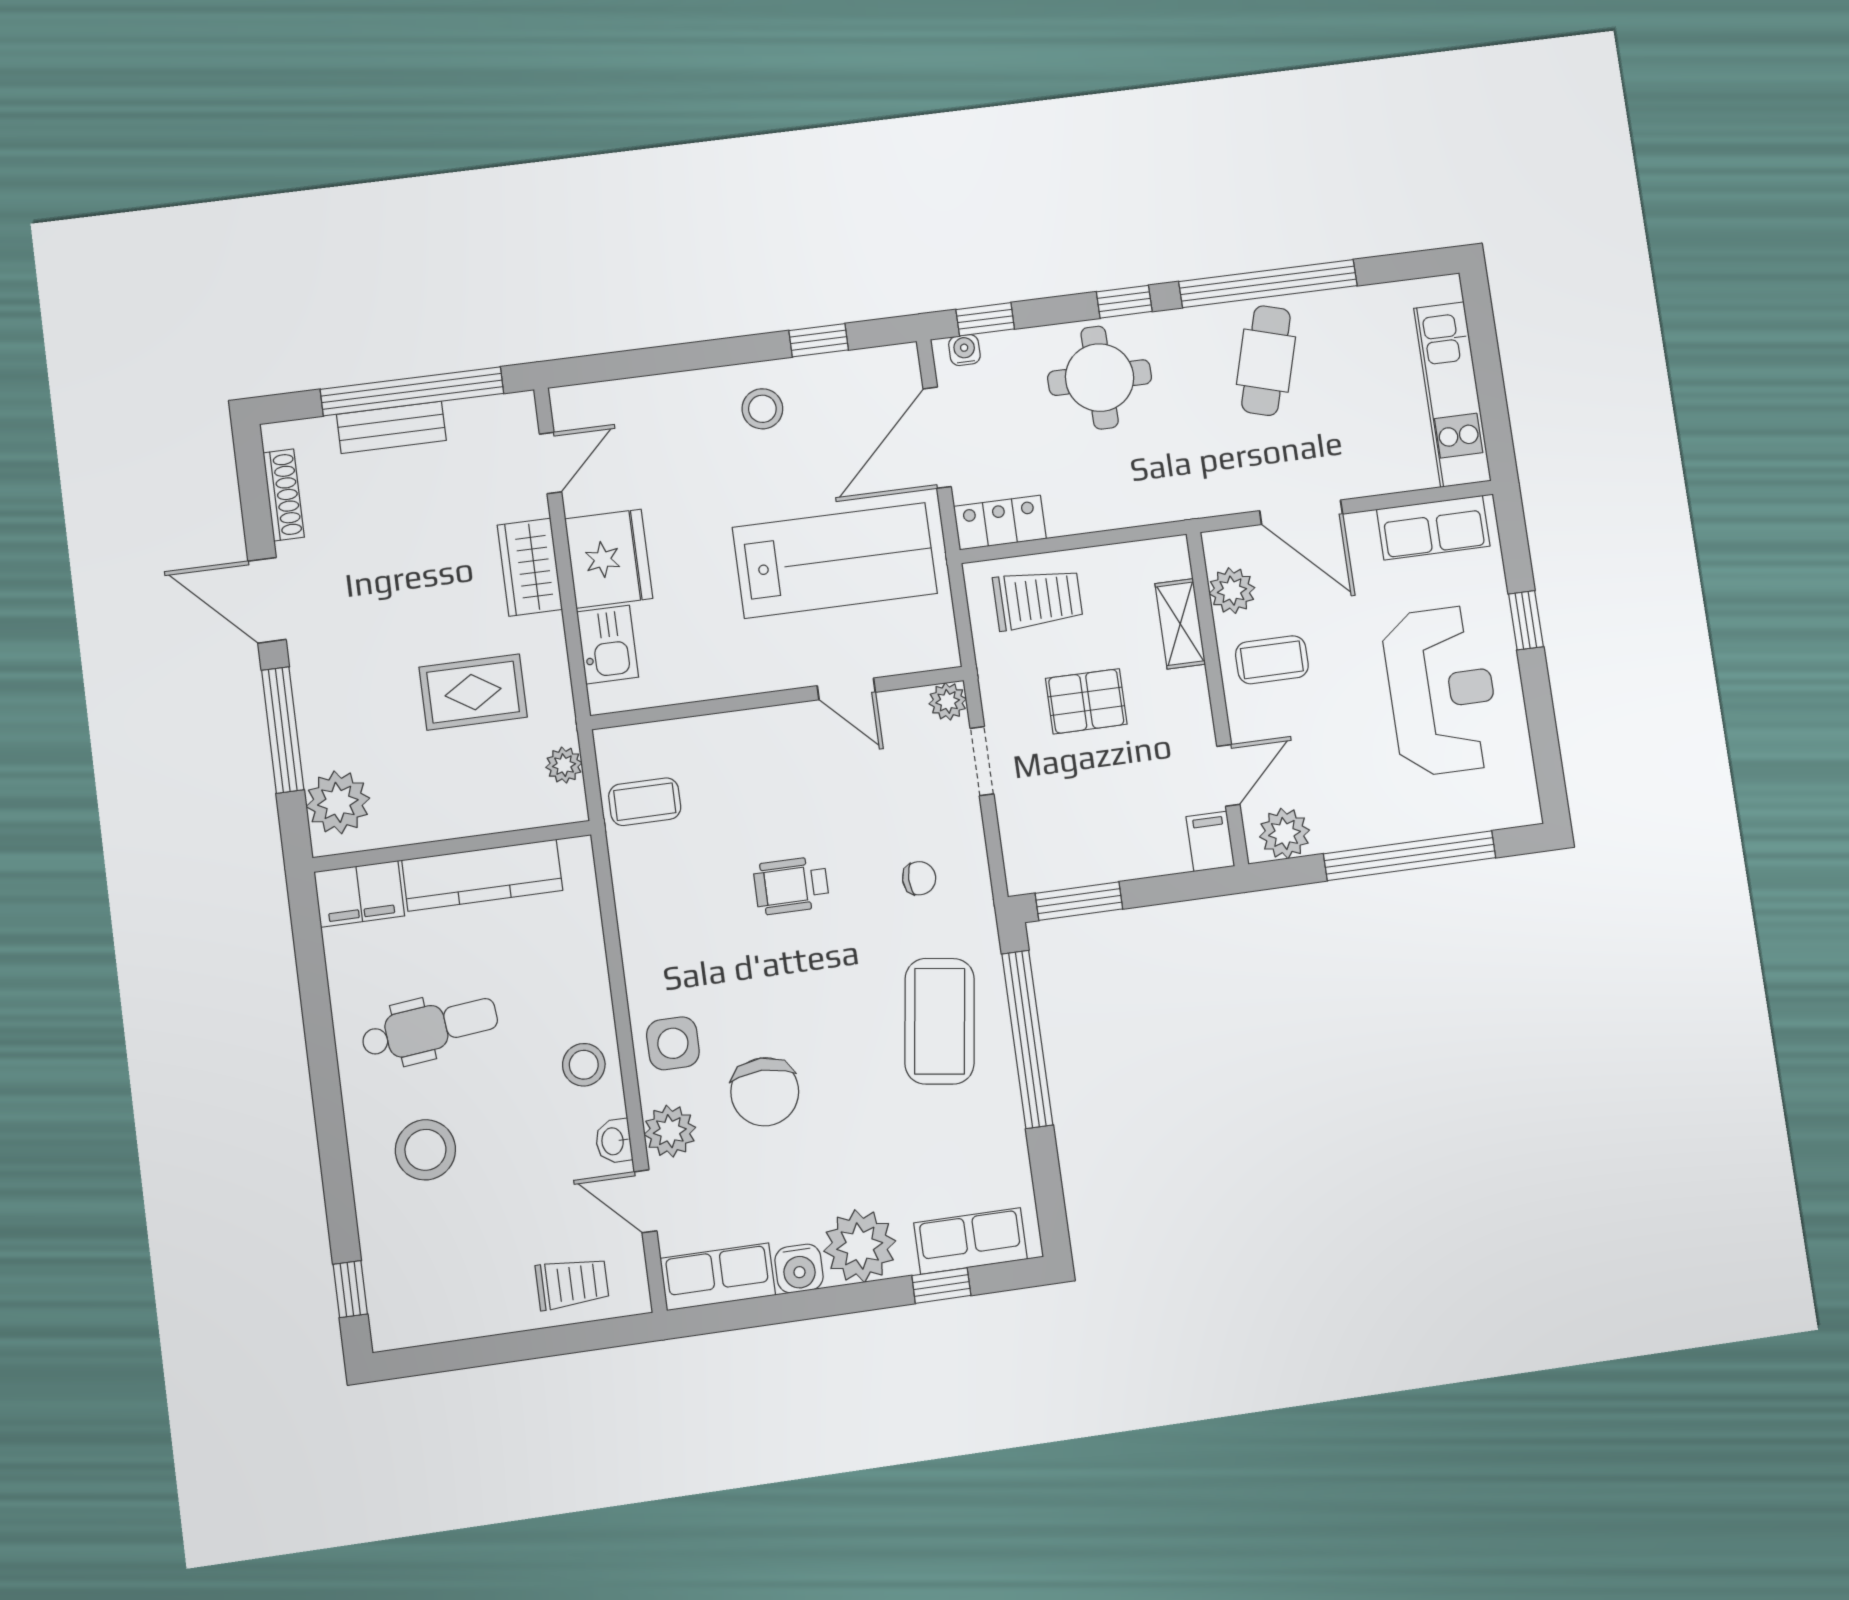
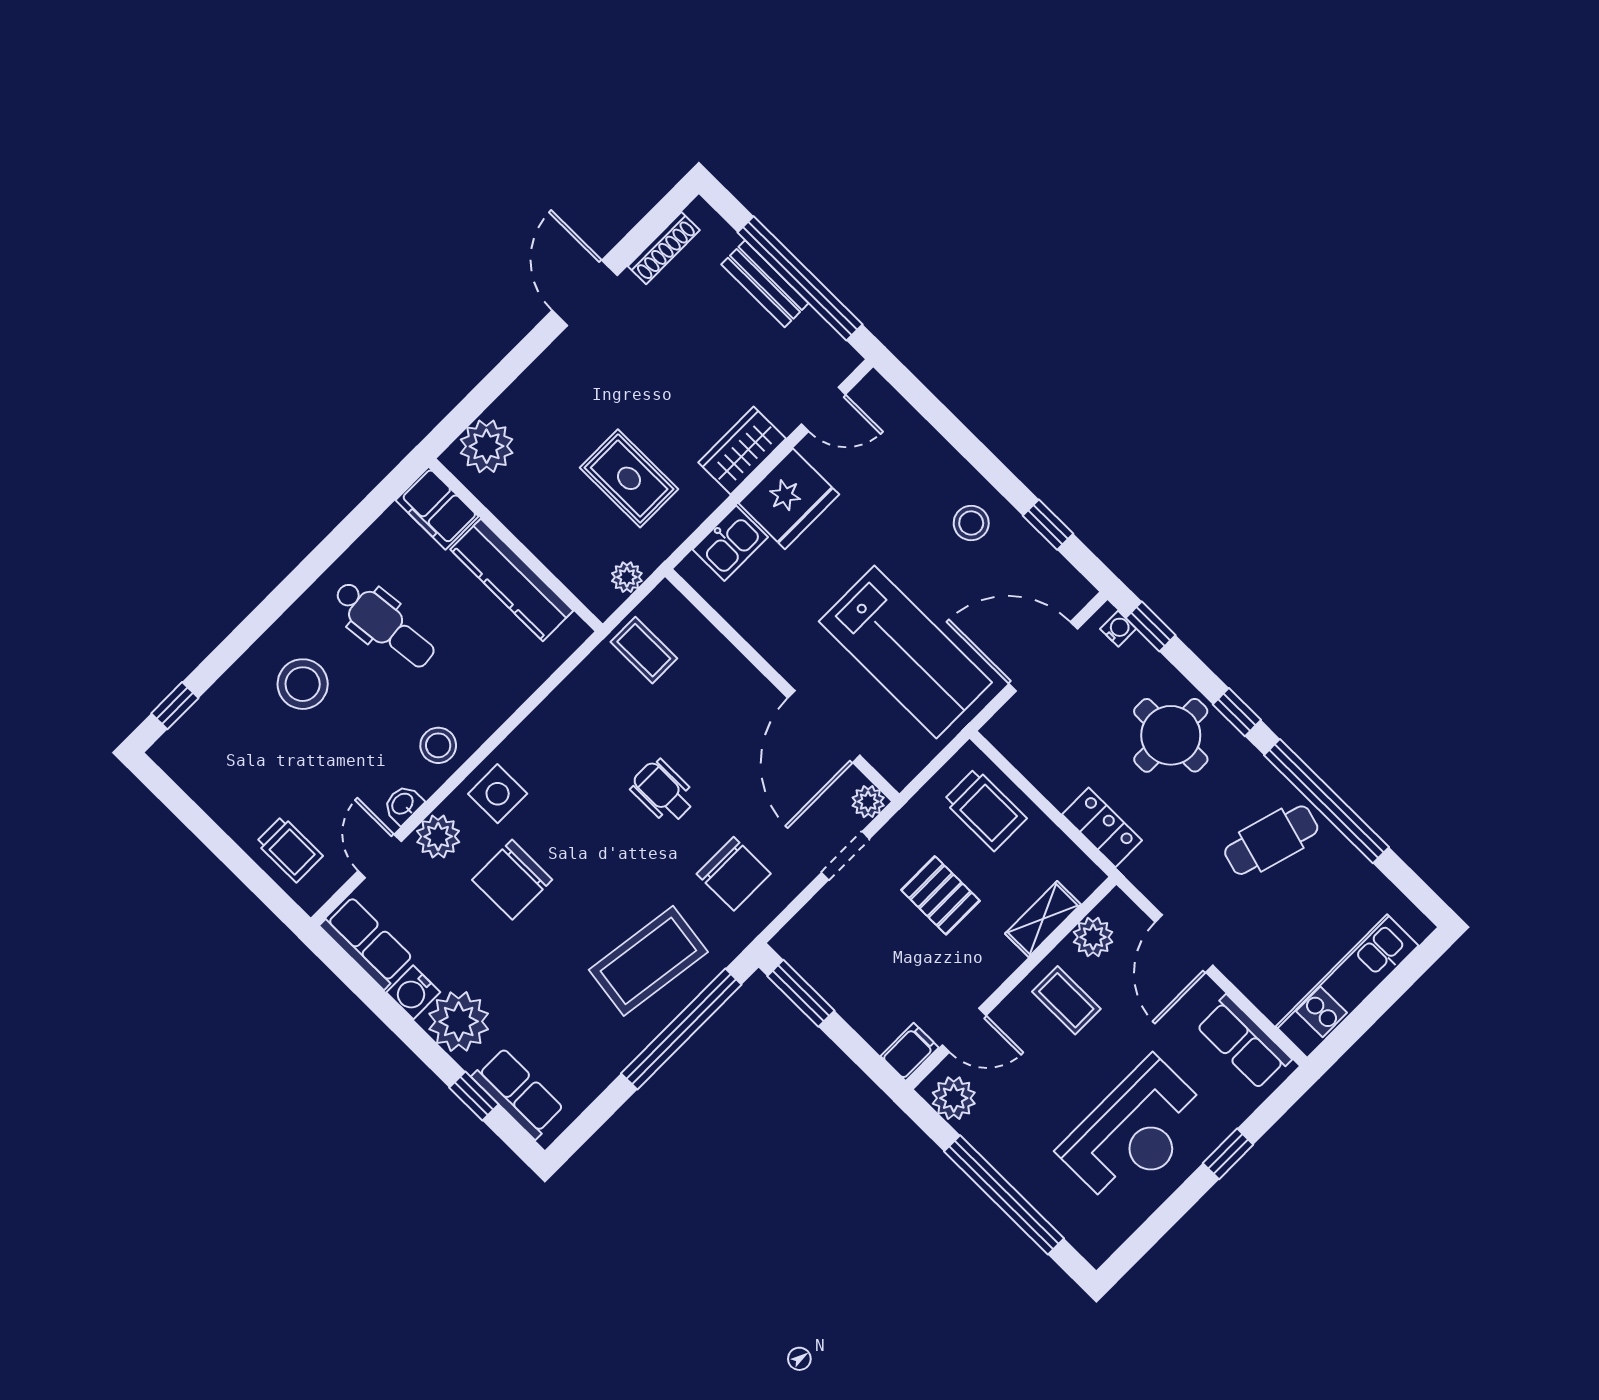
locker: (1000, 523) -> (1102, 827), moved
door: (846, 689) -> (824, 727), width x1.88
window: (283, 730) -> (506, 372), removed
chair: (919, 878) -> (734, 874), width x1.87, depth x1.87

